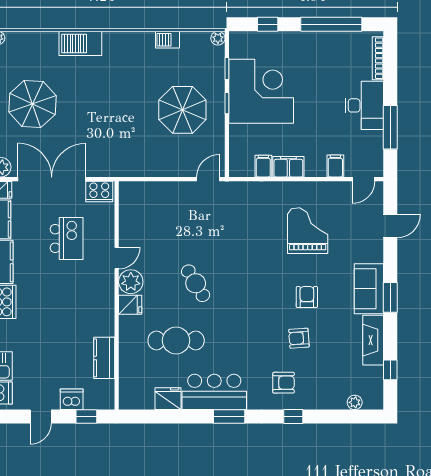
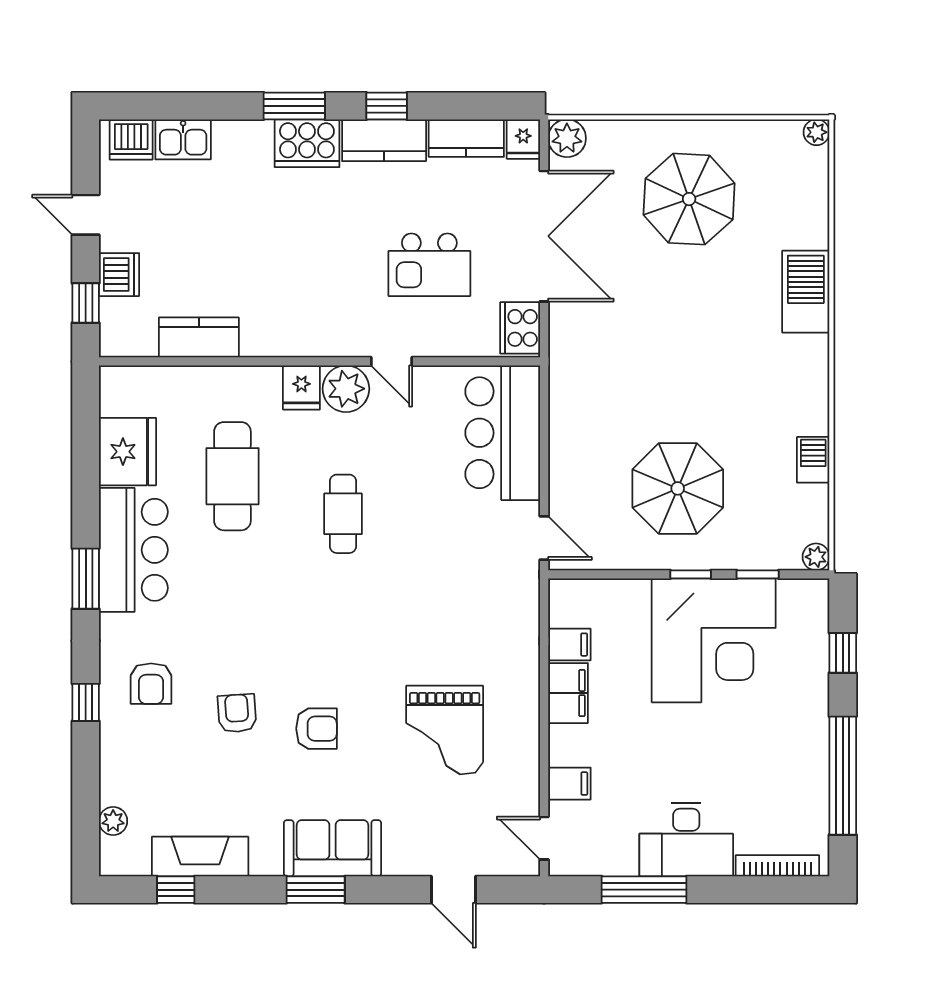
bar counter: (154, 201) -> (503, 433), added
grand piano: (308, 231) -> (445, 730), turned 90
cafe table: (196, 283) -> (343, 514), turned -59
fireplace: (373, 340) -> (200, 857), moved
fridge: (168, 399) -> (128, 452), width x1.36, depth x1.34

